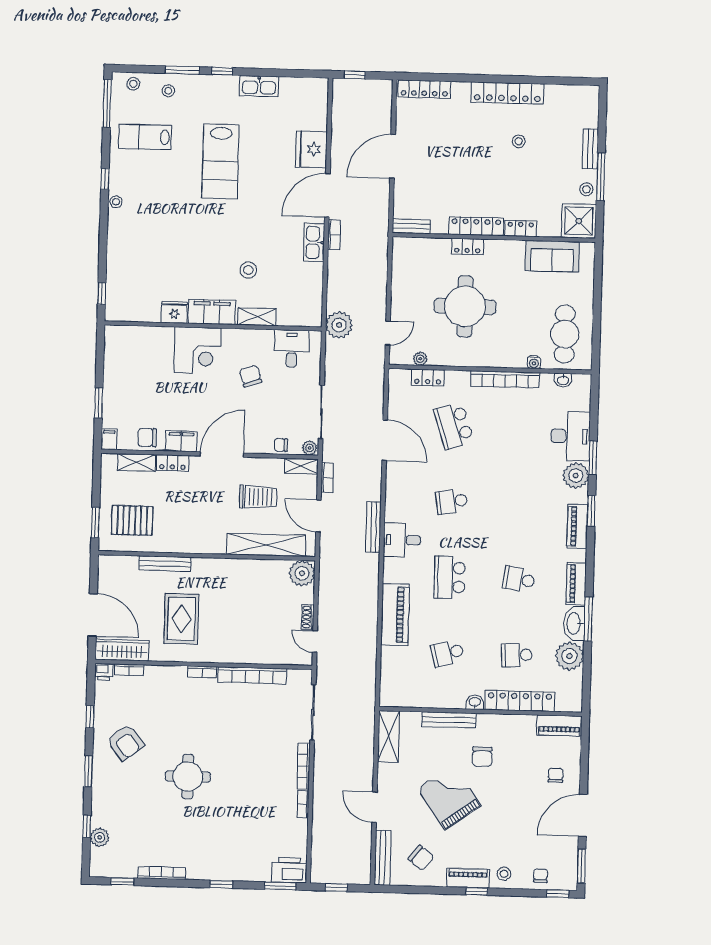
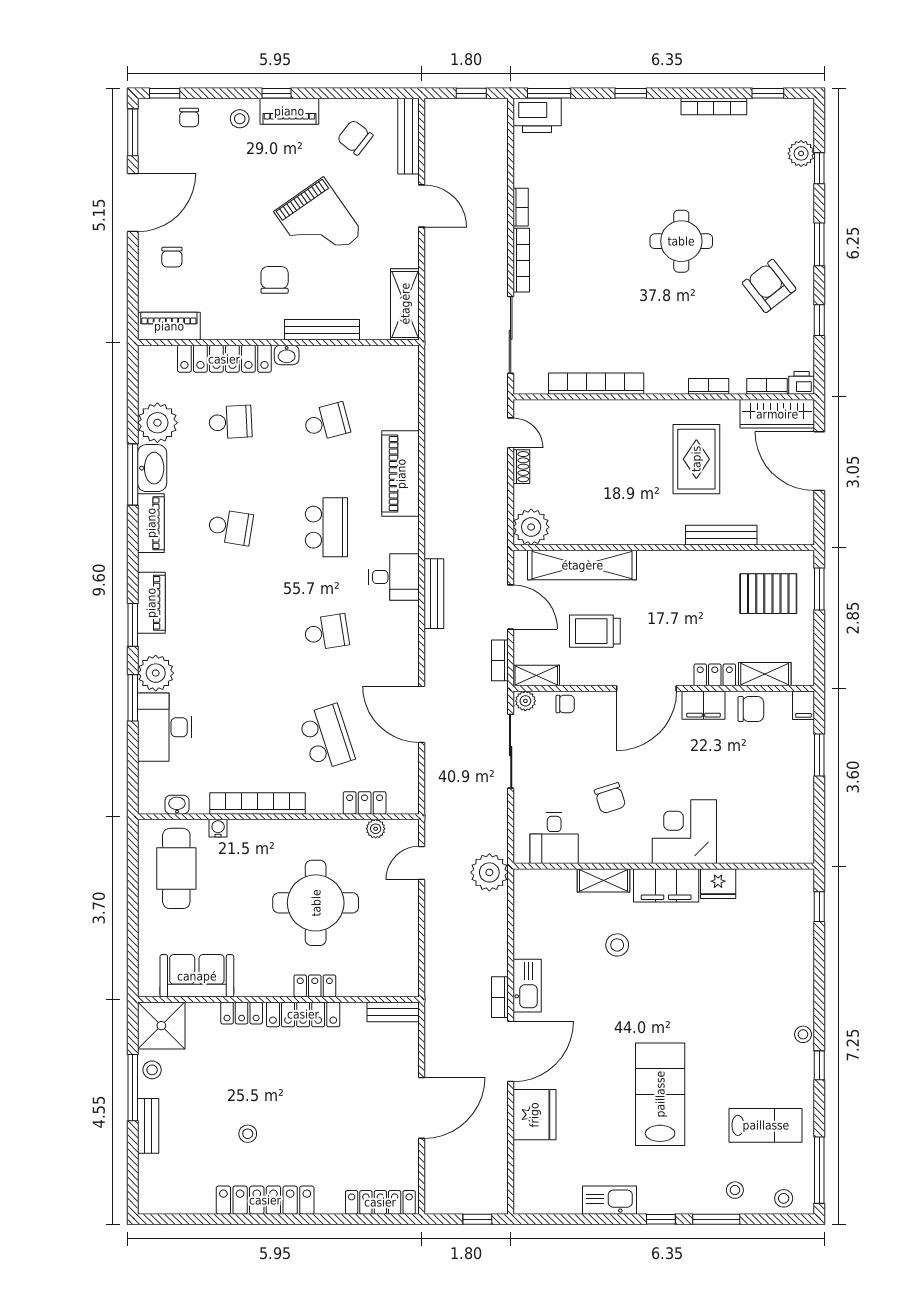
bookcase: (202, 672) -> (709, 386), moved

